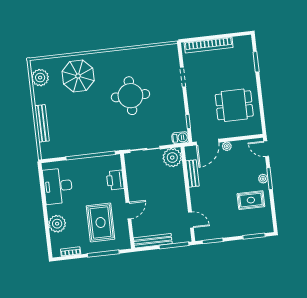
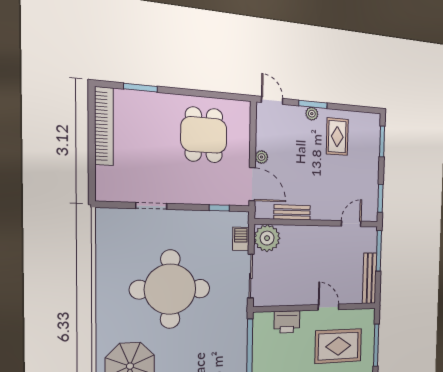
bookcase: (209, 45) -> (104, 126), moved
round table: (130, 96) -> (170, 289), width x1.36, depth x1.36
barbecue: (180, 138) -> (241, 239), moved
door: (266, 149) -> (272, 100), swing flipped

